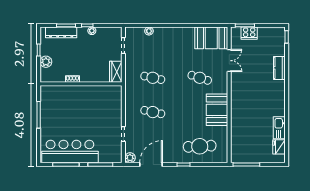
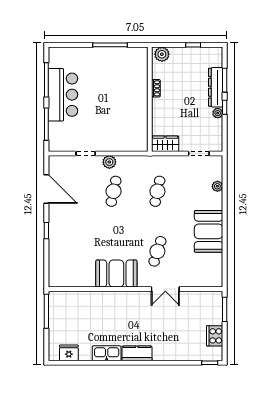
dresser: (61, 32) -> (216, 87), moved
cooker: (249, 33) -> (215, 336), moved
booth: (211, 38) -> (209, 231), moved
double door: (229, 61) -> (165, 289), moved
plant: (46, 62) -> (162, 54), moved
kitchen counter: (279, 68) -> (137, 353), moved
kitchen sink: (279, 128) -> (107, 353), moved
cafe table: (200, 146) -> (70, 251), removed
bar counter: (70, 152) -> (63, 95), width x0.73
plant: (130, 158) -> (109, 162), moved

